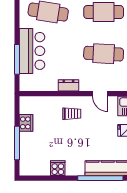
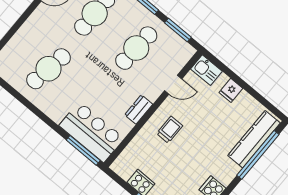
bar counter: (32, 51) -> (92, 132), moved
window: (17, 59) -> (83, 150), moved

